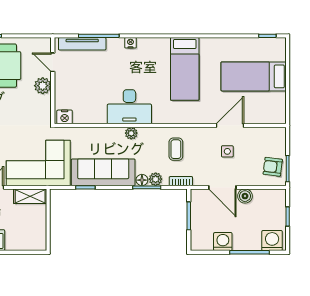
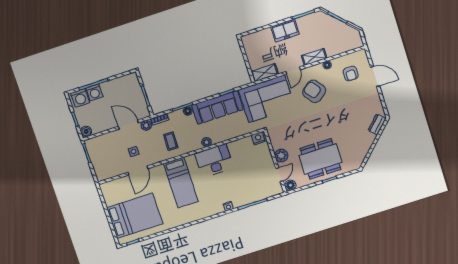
floor lamp: (43, 44) -> (290, 185), added
tv unit: (82, 44) -> (263, 195), removed
door: (53, 62) -> (280, 175), hinge flipped
bed: (185, 69) -> (181, 183), moved, turned 180
bed: (254, 76) -> (135, 216), width x1.50
armchair: (273, 167) -> (98, 151), removed
plant: (156, 179) -> (146, 125), moved
boiler: (245, 196) -> (86, 132), moved
washing machine: (223, 242) -> (94, 92), moved

